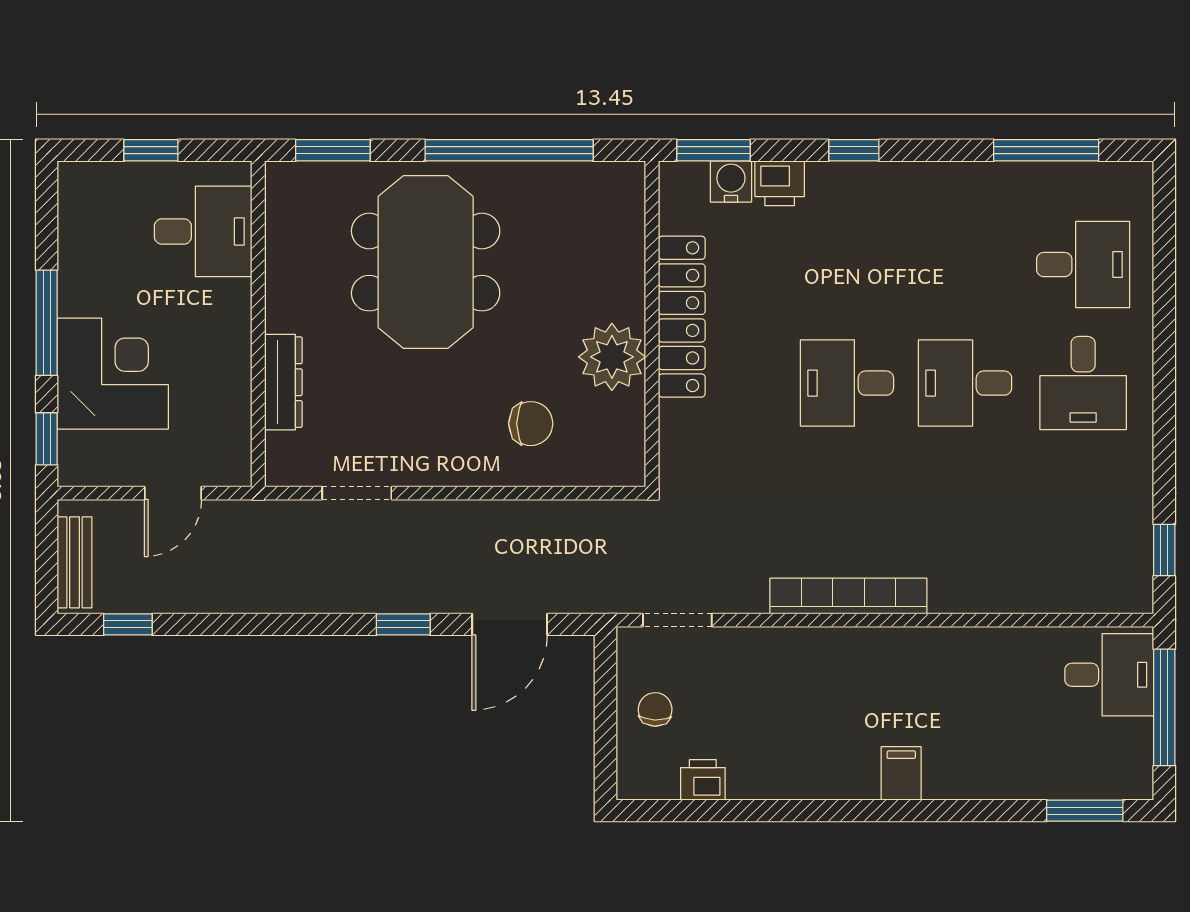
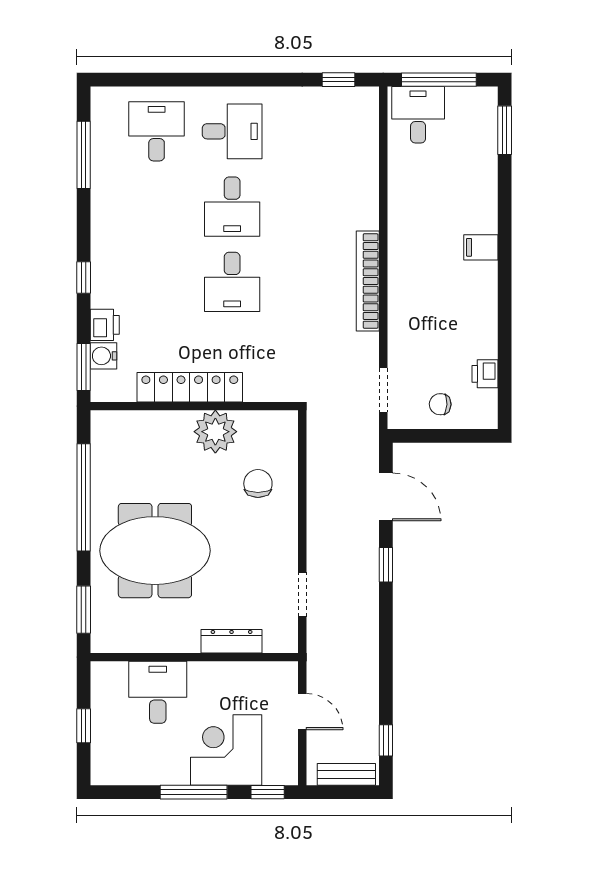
desk: (203, 231) -> (158, 692), moved

